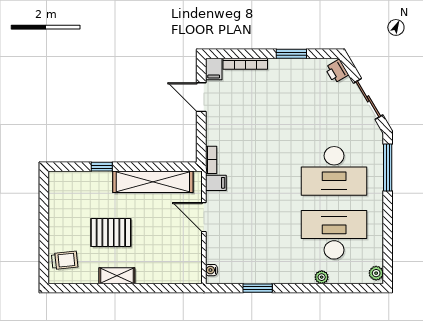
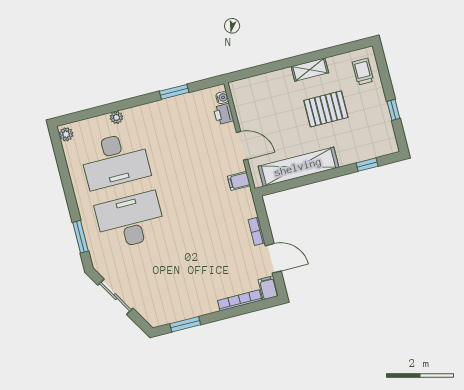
window: (291, 54) -> (185, 324), moved
printer: (337, 71) -> (223, 114), moved, turned -149
bookcase: (211, 160) -> (257, 231), moved
window: (102, 167) -> (367, 165), moved
window: (388, 167) -> (81, 237), width x0.69
window: (44, 214) -> (393, 110), added
trolley: (65, 260) -> (363, 72), turned 96

